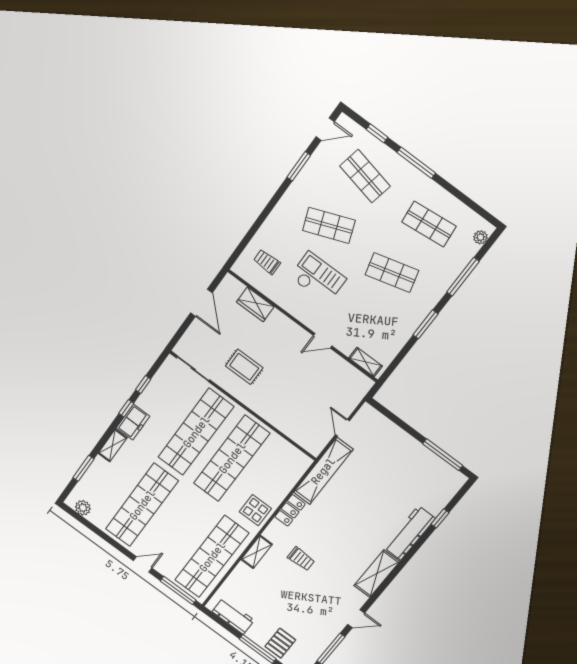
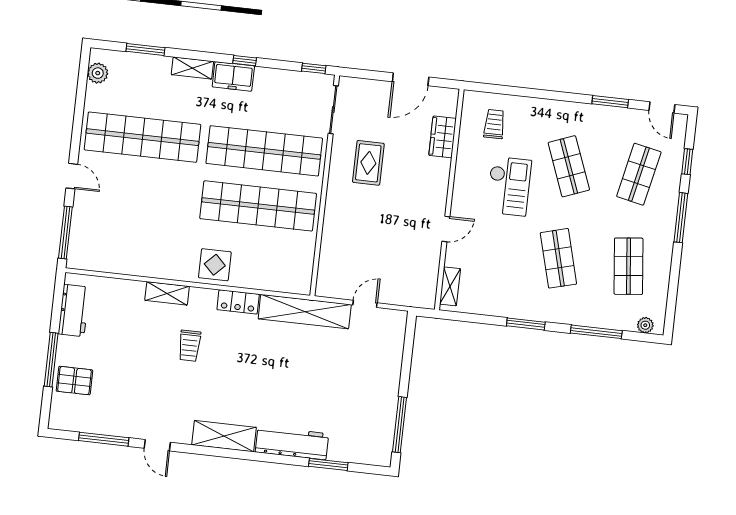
door: (323, 341) -> (446, 229), swing flipped
window: (143, 385) -> (314, 68), moved
window: (440, 518) -> (328, 464), width x1.50
shop shelf: (212, 557) -> (130, 247), removed

